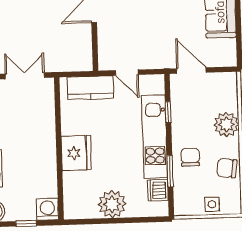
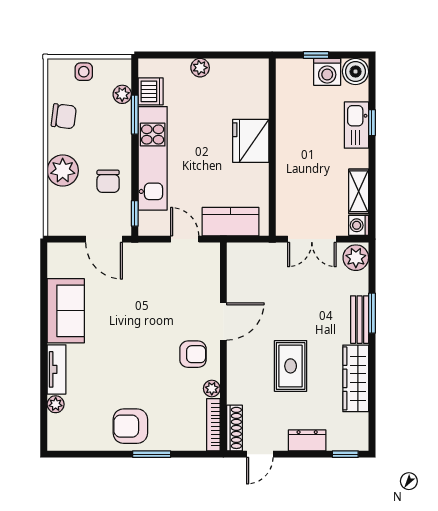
window: (168, 112) -> (135, 213), moved
chair: (190, 157) -> (108, 181), moved
plant: (181, 187) -> (122, 94), added
plant: (112, 204) -> (200, 68), width x0.53, depth x0.53
washing machine: (47, 209) -> (327, 72), moved

